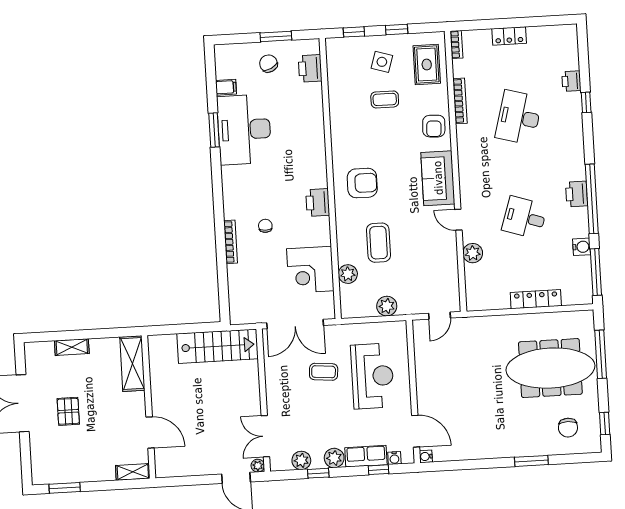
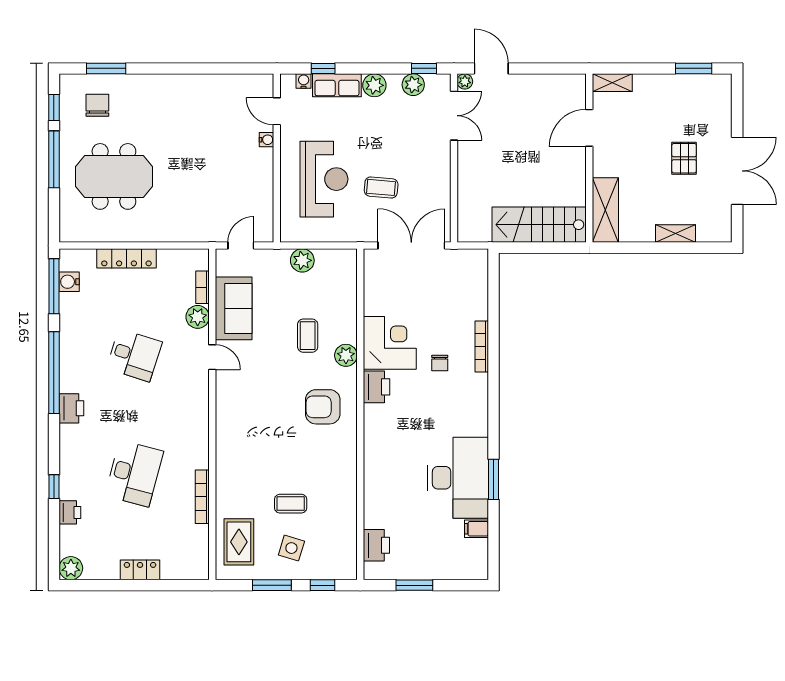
window: (397, 30) -> (272, 585), width x1.50
plant: (568, 34) -> (71, 568), added
bookcase: (456, 44) -> (203, 287), moved
chair: (269, 64) -> (425, 554), removed
armchair: (434, 126) -> (235, 469), removed
sofa: (438, 178) -> (234, 308), moved
printer: (577, 194) -> (71, 408), moved
coffee table: (379, 243) -> (308, 336), width x0.73, depth x0.77
water cooler: (582, 247) -> (69, 282), moved
corner desk: (310, 270) -> (390, 343), moved
plant: (348, 274) -> (346, 355), moved
stairs: (218, 346) -> (539, 225), moved
window: (601, 354) -> (54, 159), moved
meeting table: (550, 368) -> (114, 176), width x0.73
reception desk: (372, 376) -> (324, 179), turned 180
door: (416, 431) -> (277, 111), width x0.73
door: (150, 432) -> (589, 128), hinge flipped
water cooler: (426, 456) -> (266, 140), moved
window: (531, 461) -> (106, 68), moved
window: (318, 473) -> (424, 68), moved

